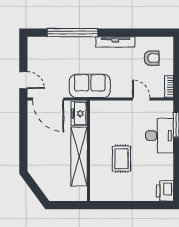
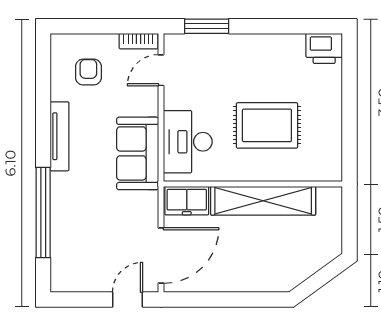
sofa: (90, 86) -> (138, 153), moved
door: (141, 99) -> (161, 70), moved
desk: (160, 136) -> (188, 142), moved, turned -90
rug: (122, 159) -> (267, 125), width x1.36, depth x1.43

